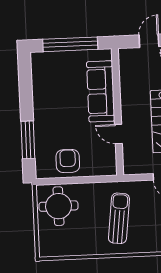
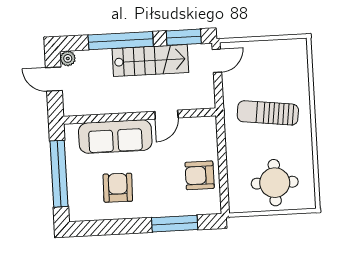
armchair: (58, 93) -> (118, 188), added
round table: (59, 206) -> (275, 183), moved

